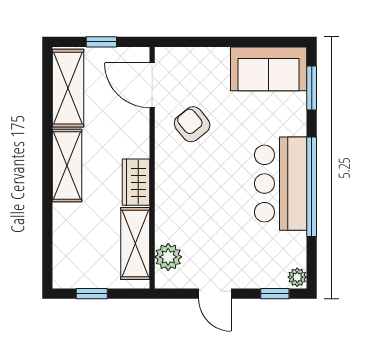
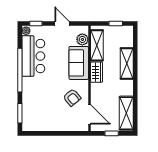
sofa: (269, 69) -> (79, 63), moved, turned -90
shelving: (67, 165) -> (127, 64), moved
bar counter: (281, 184) -> (33, 56), moved

